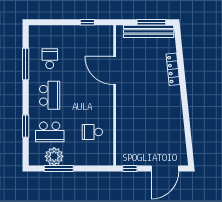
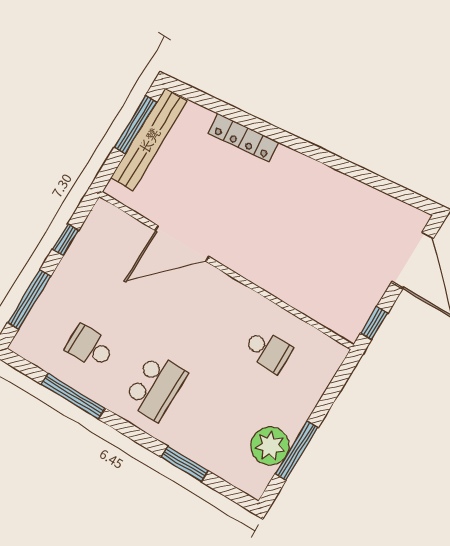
window: (54, 22) -> (29, 300), added
school desk: (50, 95) -> (156, 387), turned 90
school desk: (50, 132) -> (221, 427), removed
school desk: (92, 132) -> (268, 351), turned -90

